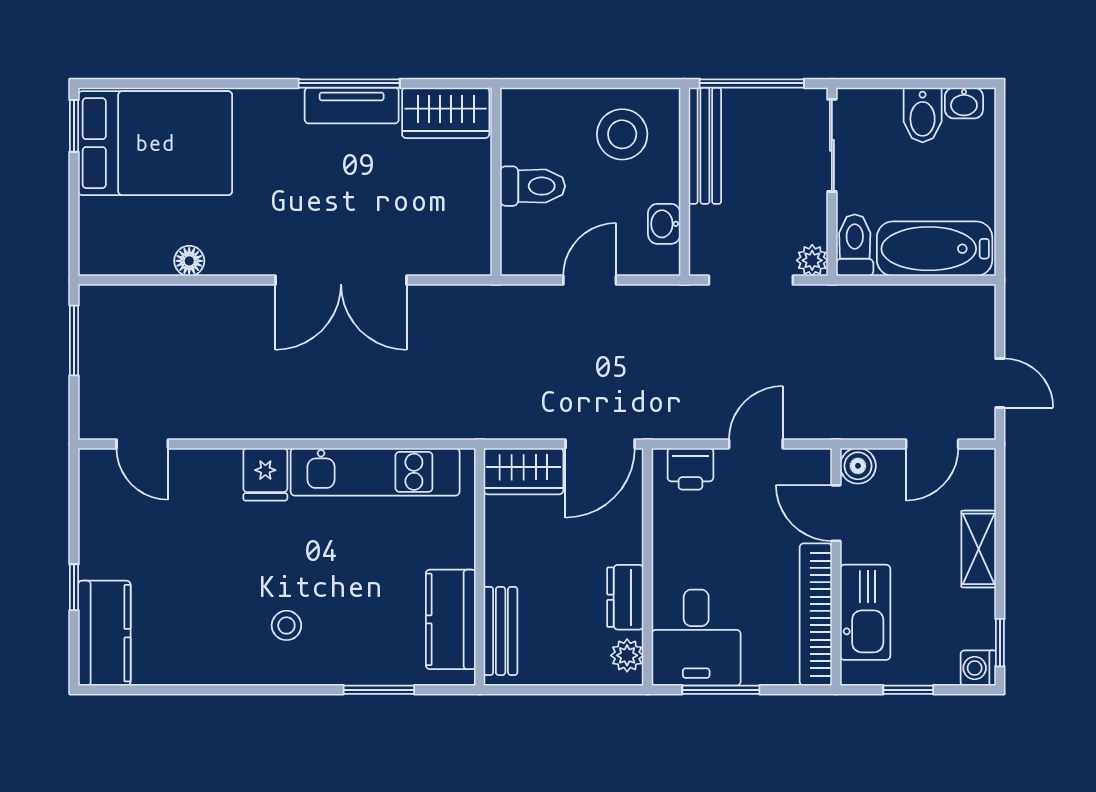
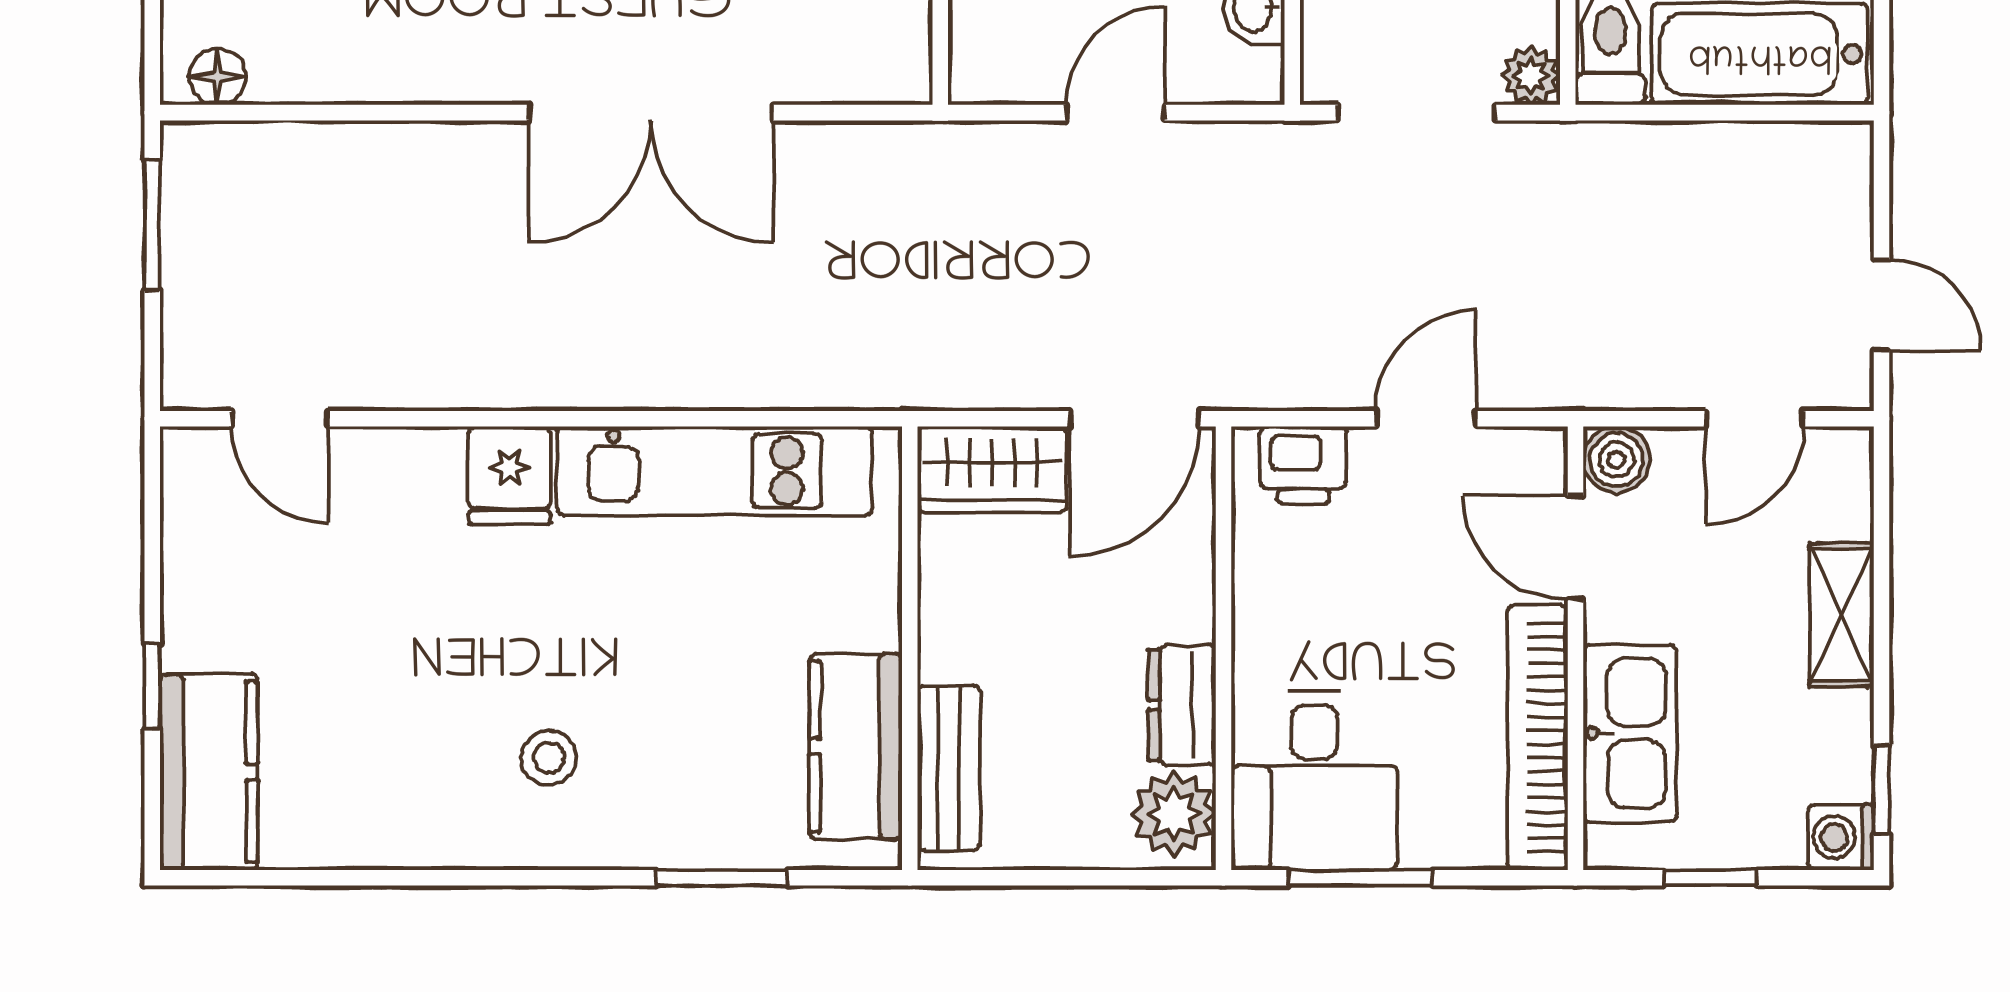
floor lamp: (189, 261) -> (217, 77), moved
plant: (627, 655) -> (1174, 814), width x1.38, depth x1.38

